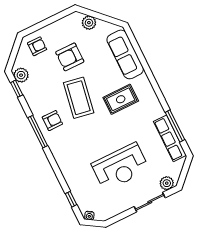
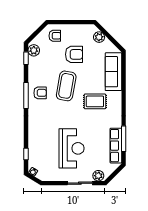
armchair: (70, 57) -> (74, 54), turned 180
reception desk: (120, 167) -> (72, 148), turned -90

